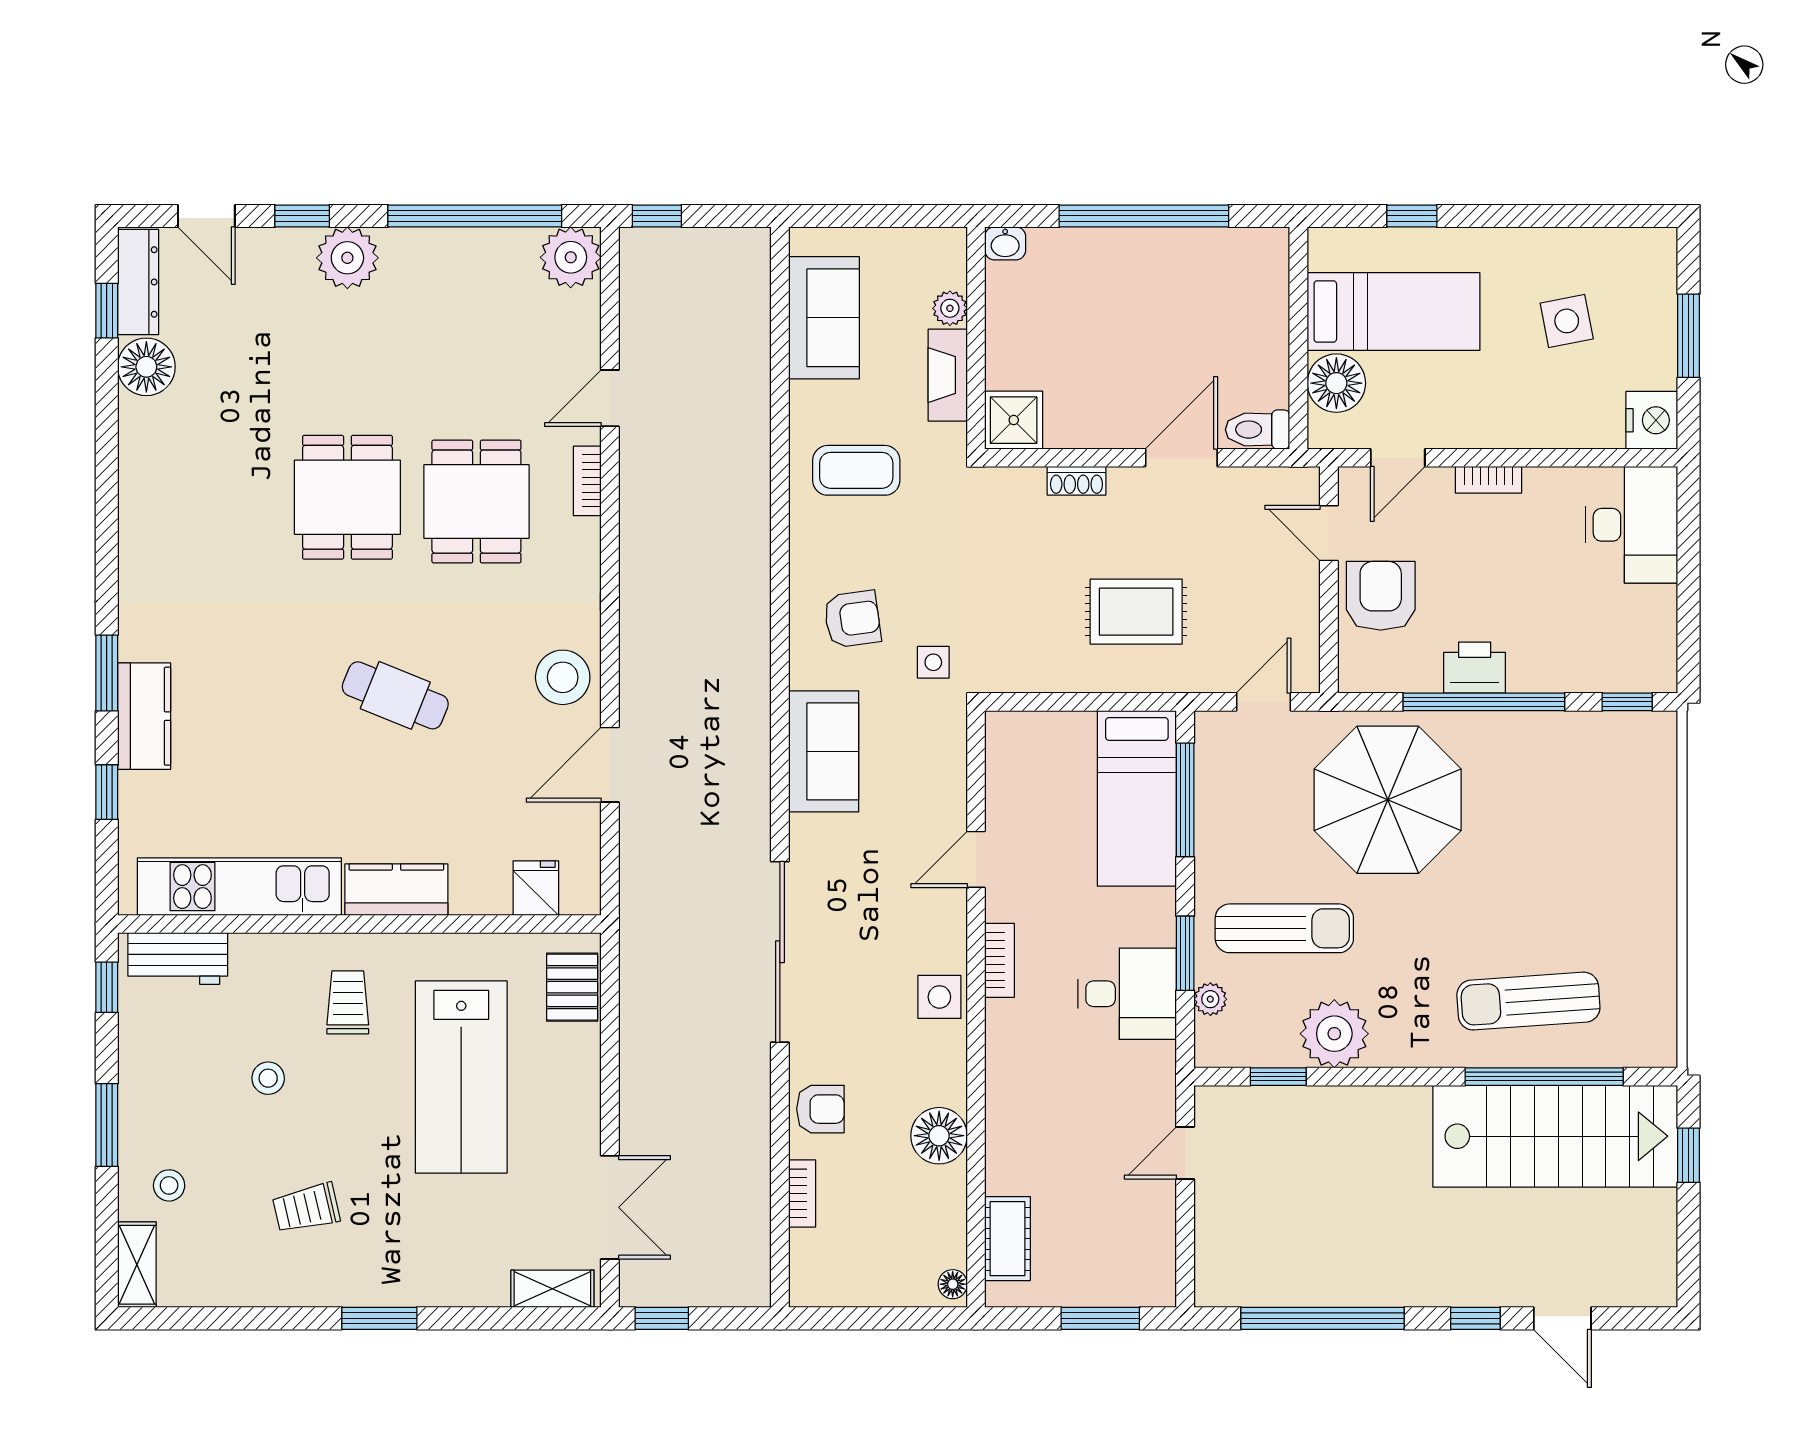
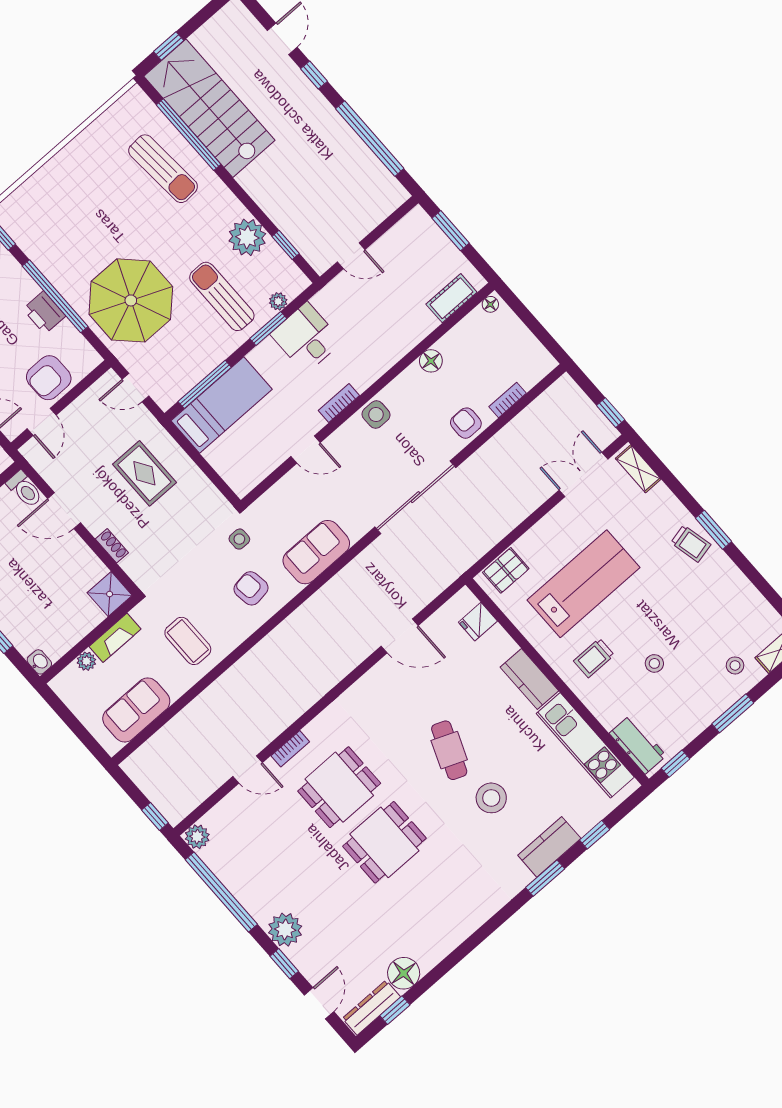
plant: (571, 257) -> (197, 837), width x0.73, depth x0.73
stool: (563, 677) -> (491, 798), moved
floor lamp: (939, 1136) -> (431, 361), width x0.73, depth x0.73
trolley: (306, 1208) -> (691, 544), moved

